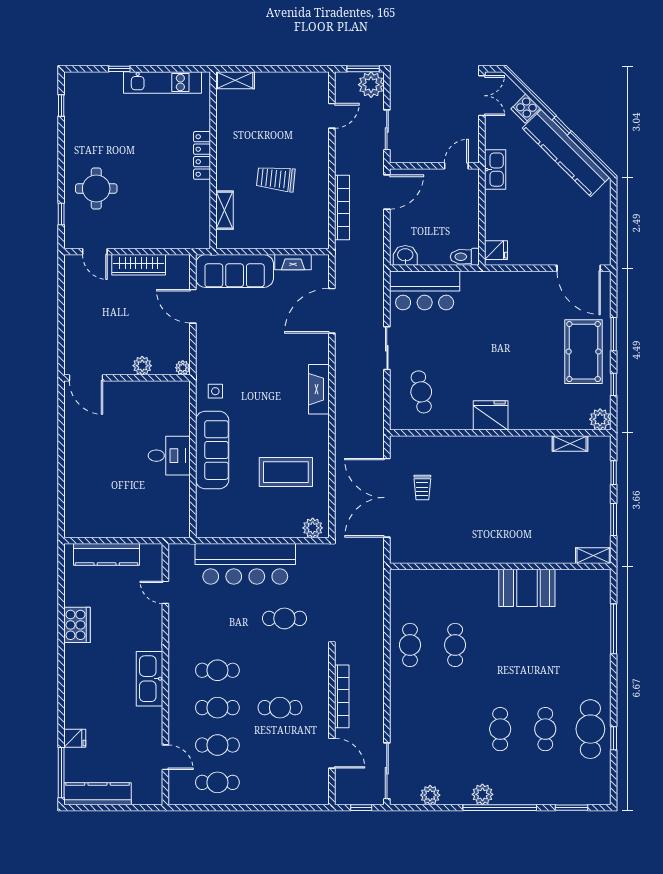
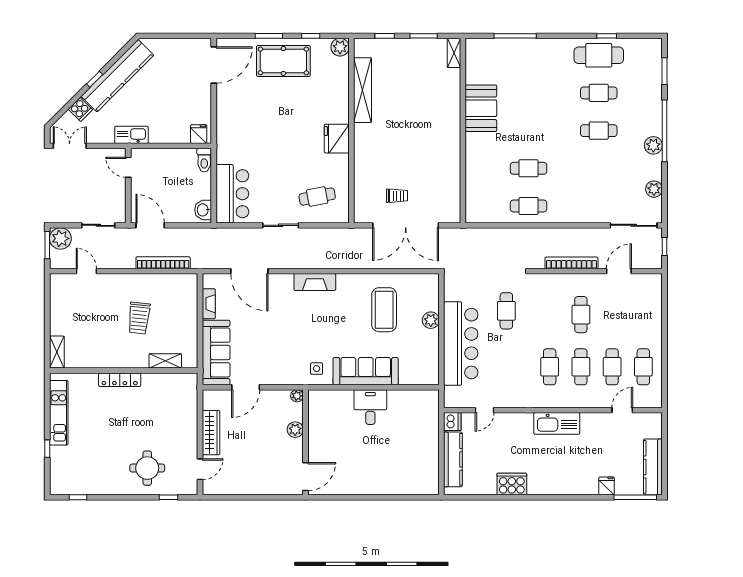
shelving: (570, 443) -> (362, 90), width x2.20, depth x1.33
plant: (313, 528) -> (431, 320), moved
dishwasher: (152, 554) -> (452, 422), added

